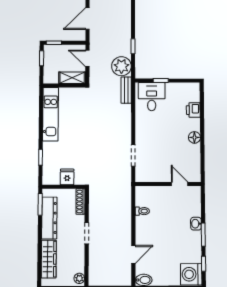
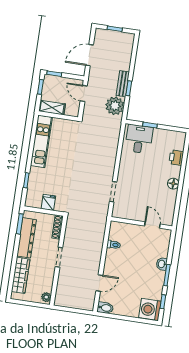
shelving: (72, 78) -> (52, 108), moved
bench: (126, 90) -> (123, 84), moved

